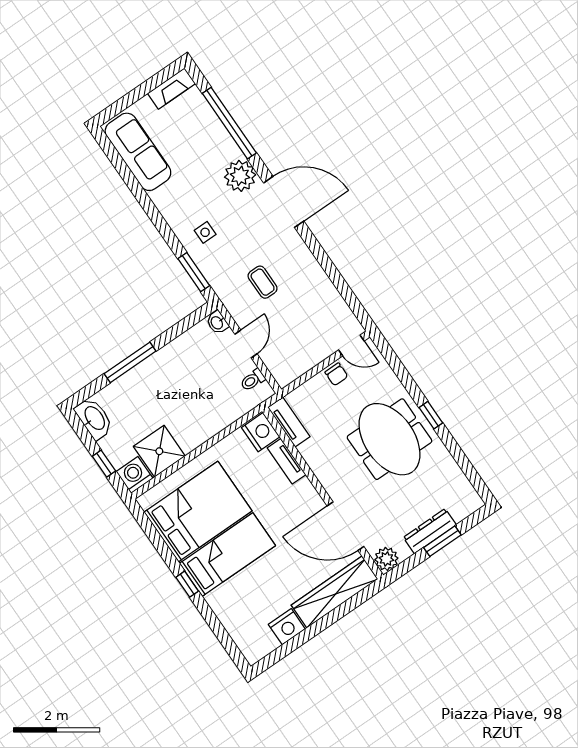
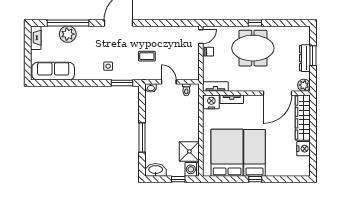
plant: (240, 176) -> (68, 34), moved

